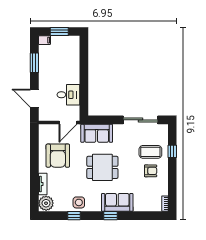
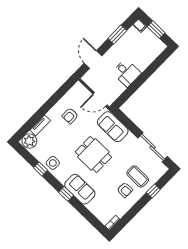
desk: (68, 95) -> (127, 73), moved
armchair: (58, 156) -> (70, 116), width x0.53, depth x0.53

